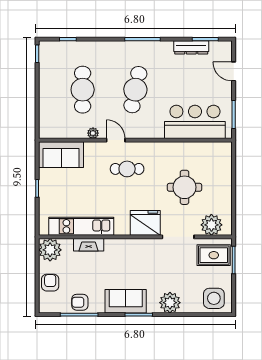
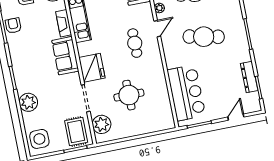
sofa: (126, 301) -> (65, 56), moved, turned 180

